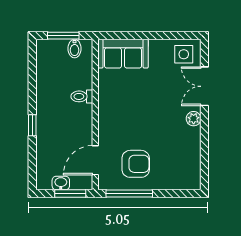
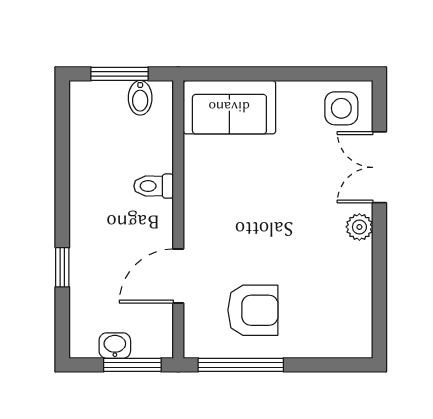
window: (32, 125) -> (62, 267), moved
door: (95, 160) -> (178, 276), moved

